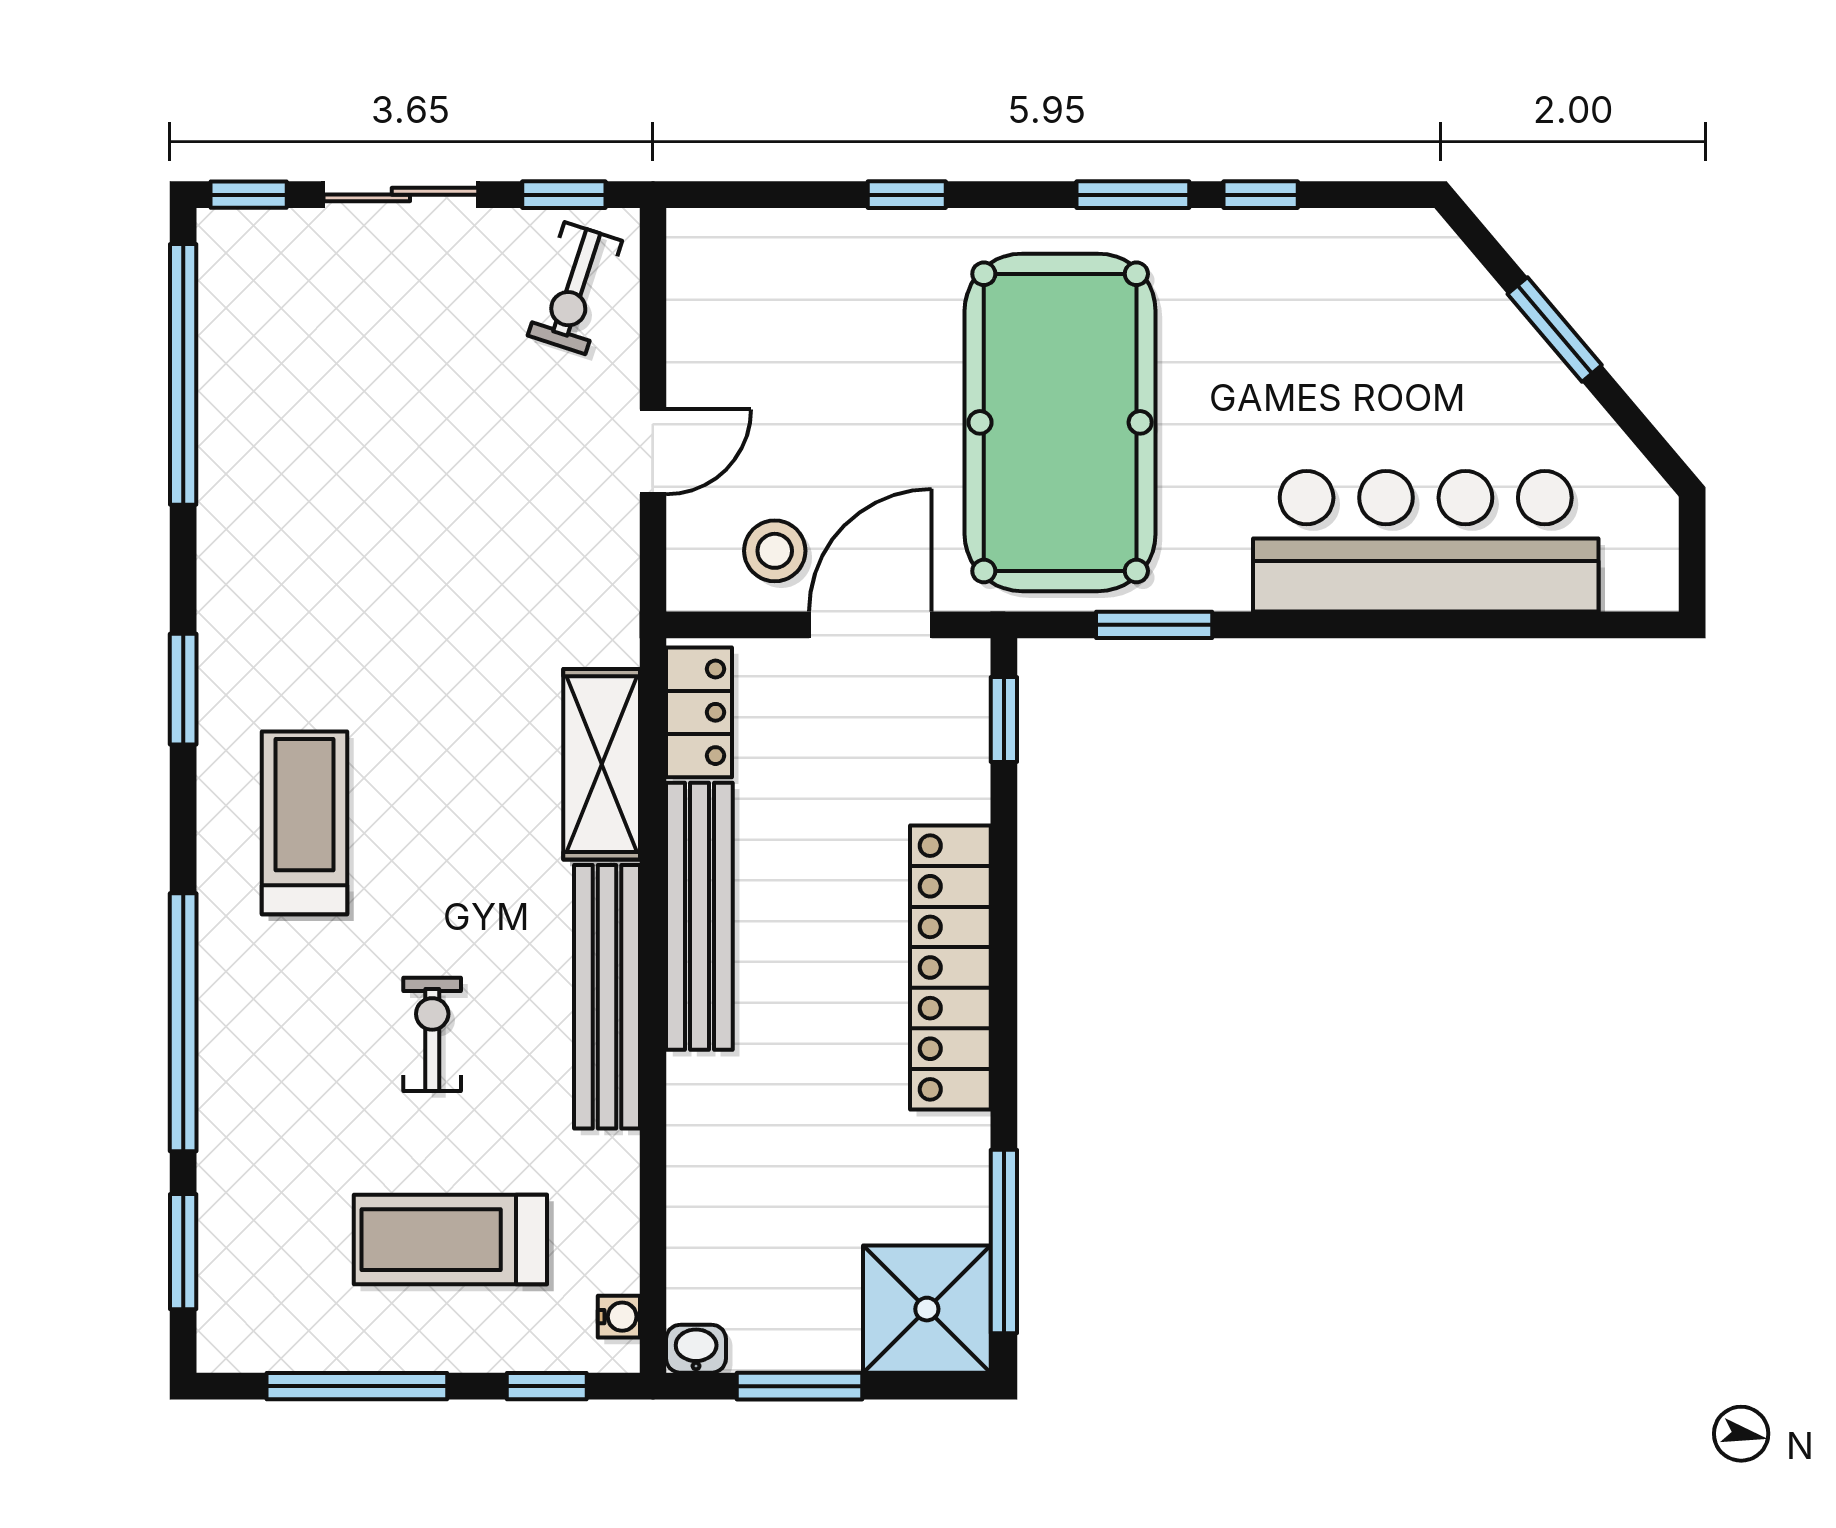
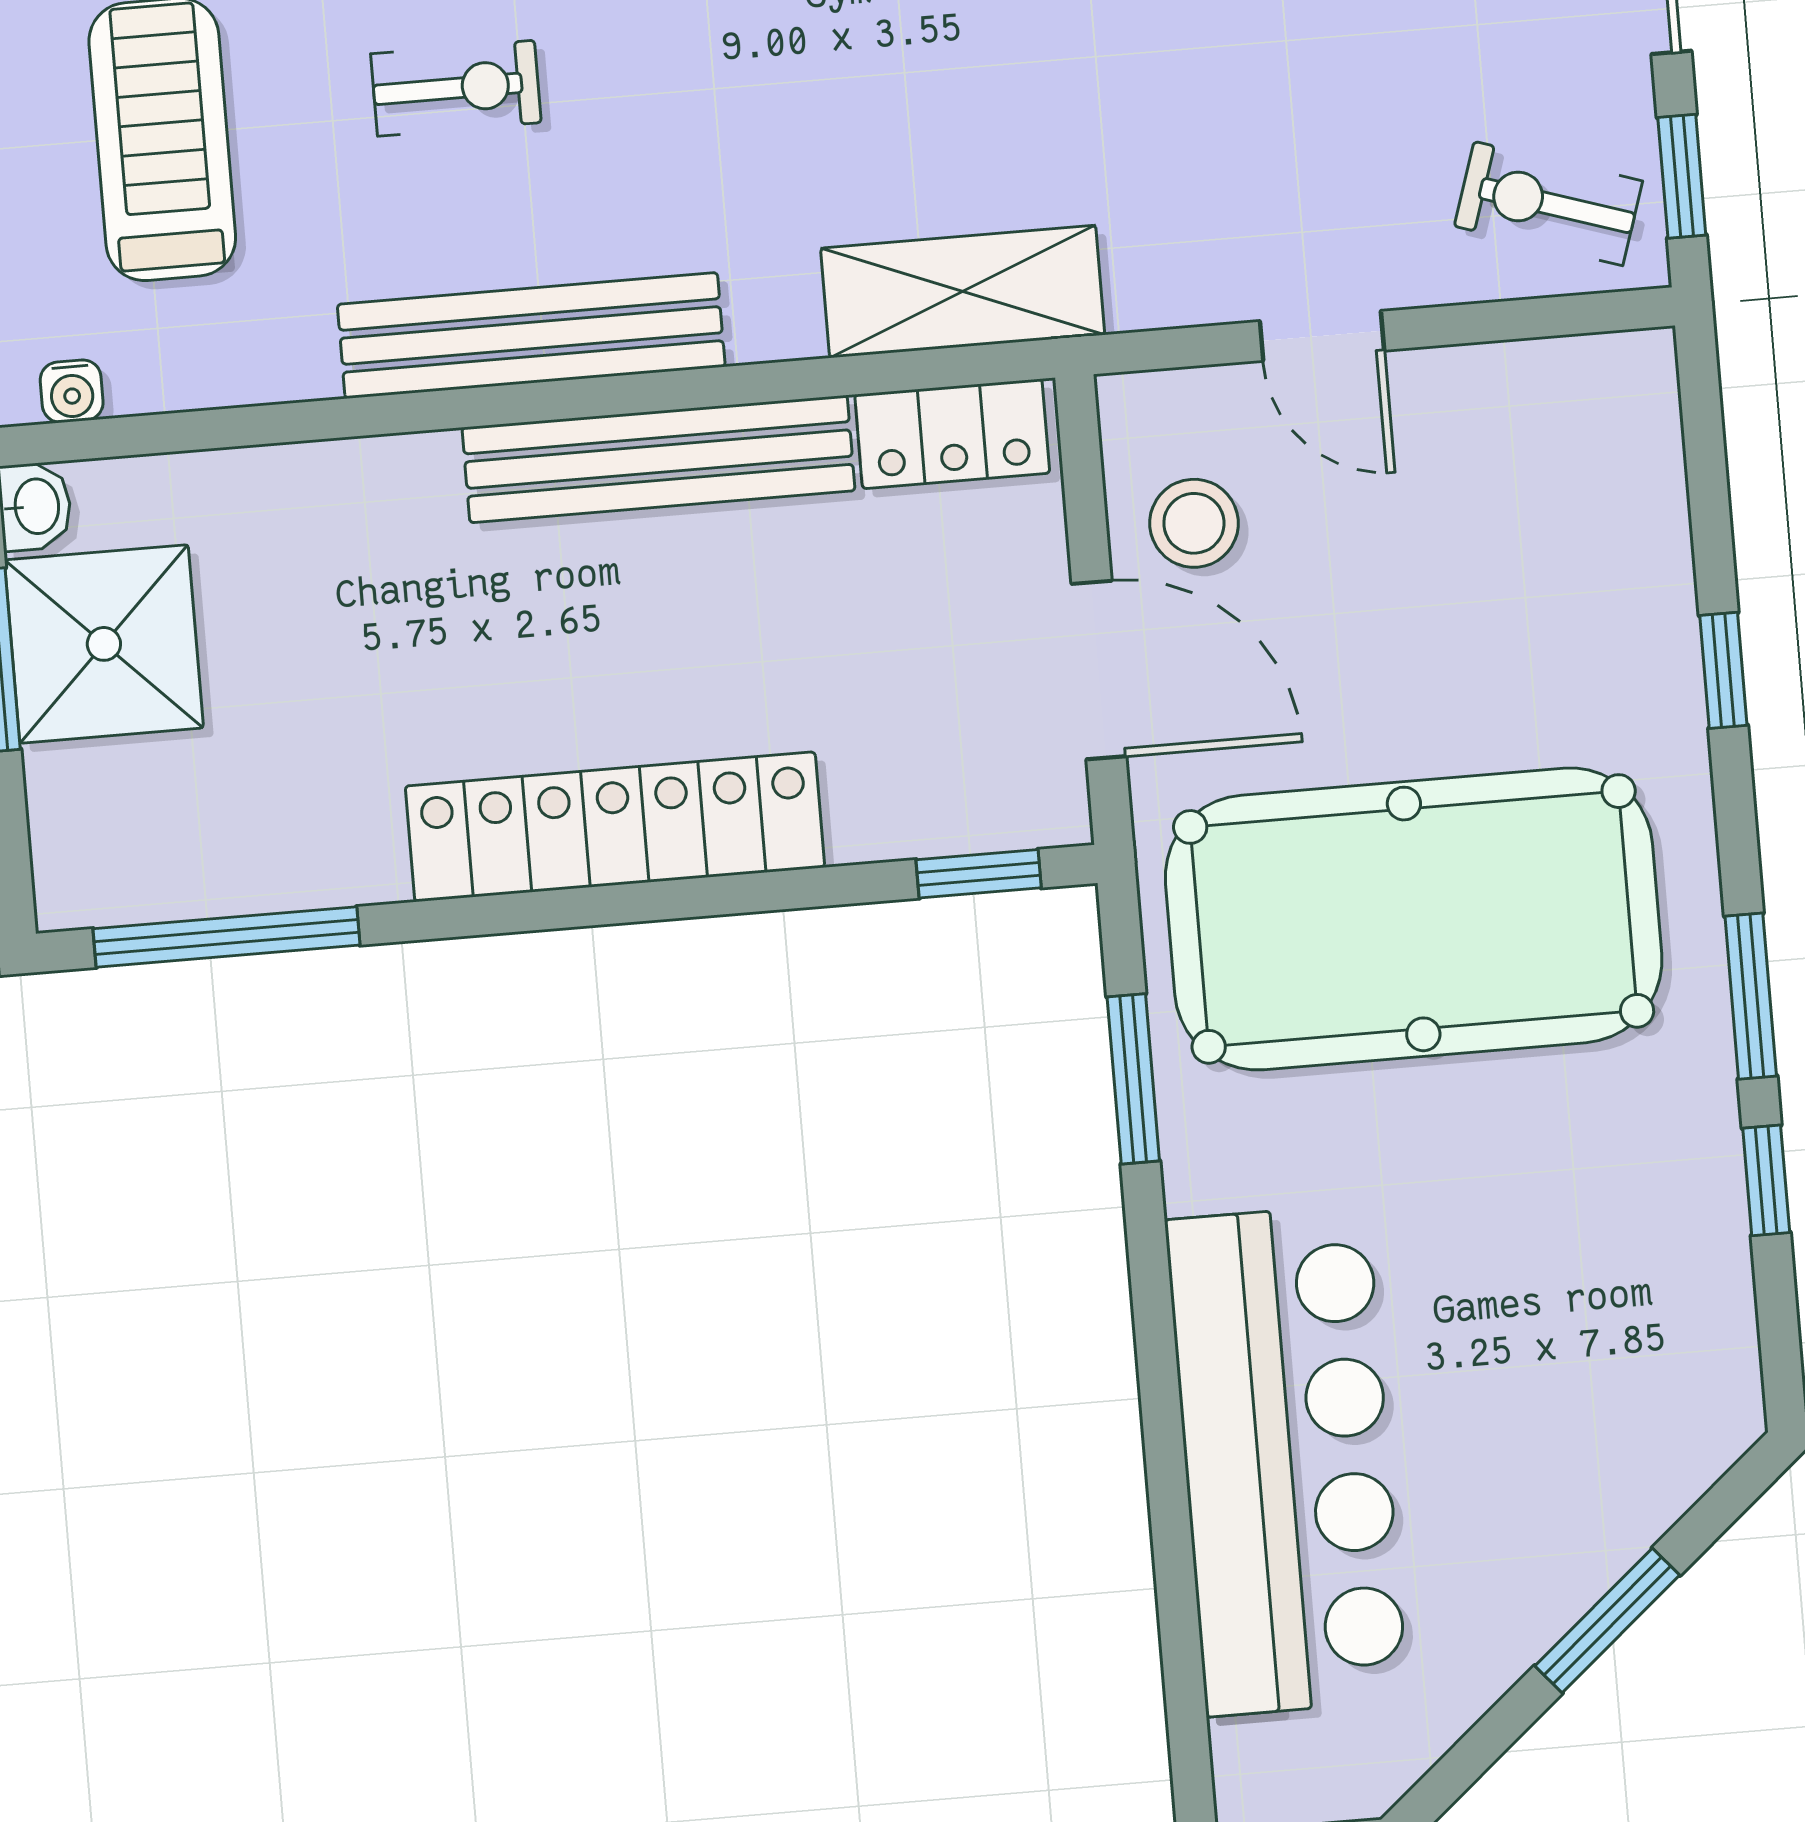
shelving: (602, 764) -> (963, 291), moved
shower: (927, 1309) -> (104, 644), moved

